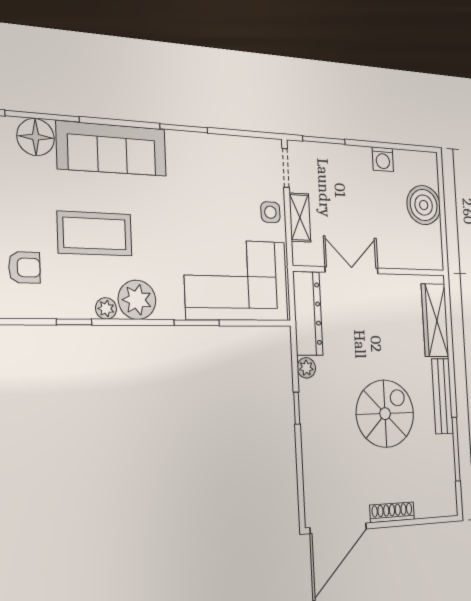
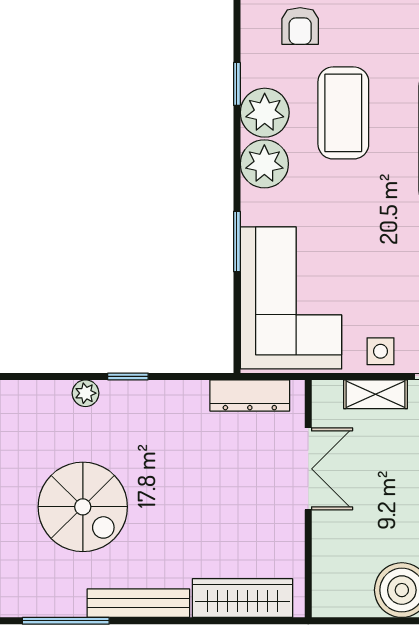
plant: (106, 308) -> (265, 113), width x1.88, depth x1.88
dresser: (308, 313) -> (250, 395), width x0.73, depth x0.80
plant: (306, 368) -> (86, 393), moved
spiral stairs: (385, 414) -> (83, 507), moved

